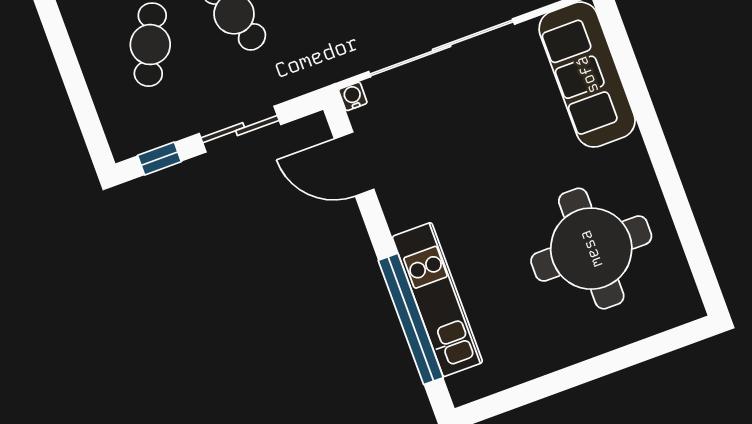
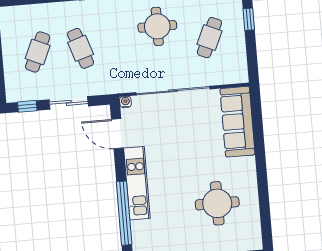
round table: (591, 249) -> (217, 203), width x0.73, depth x0.73
kitchen unit: (437, 300) -> (137, 183), moved

